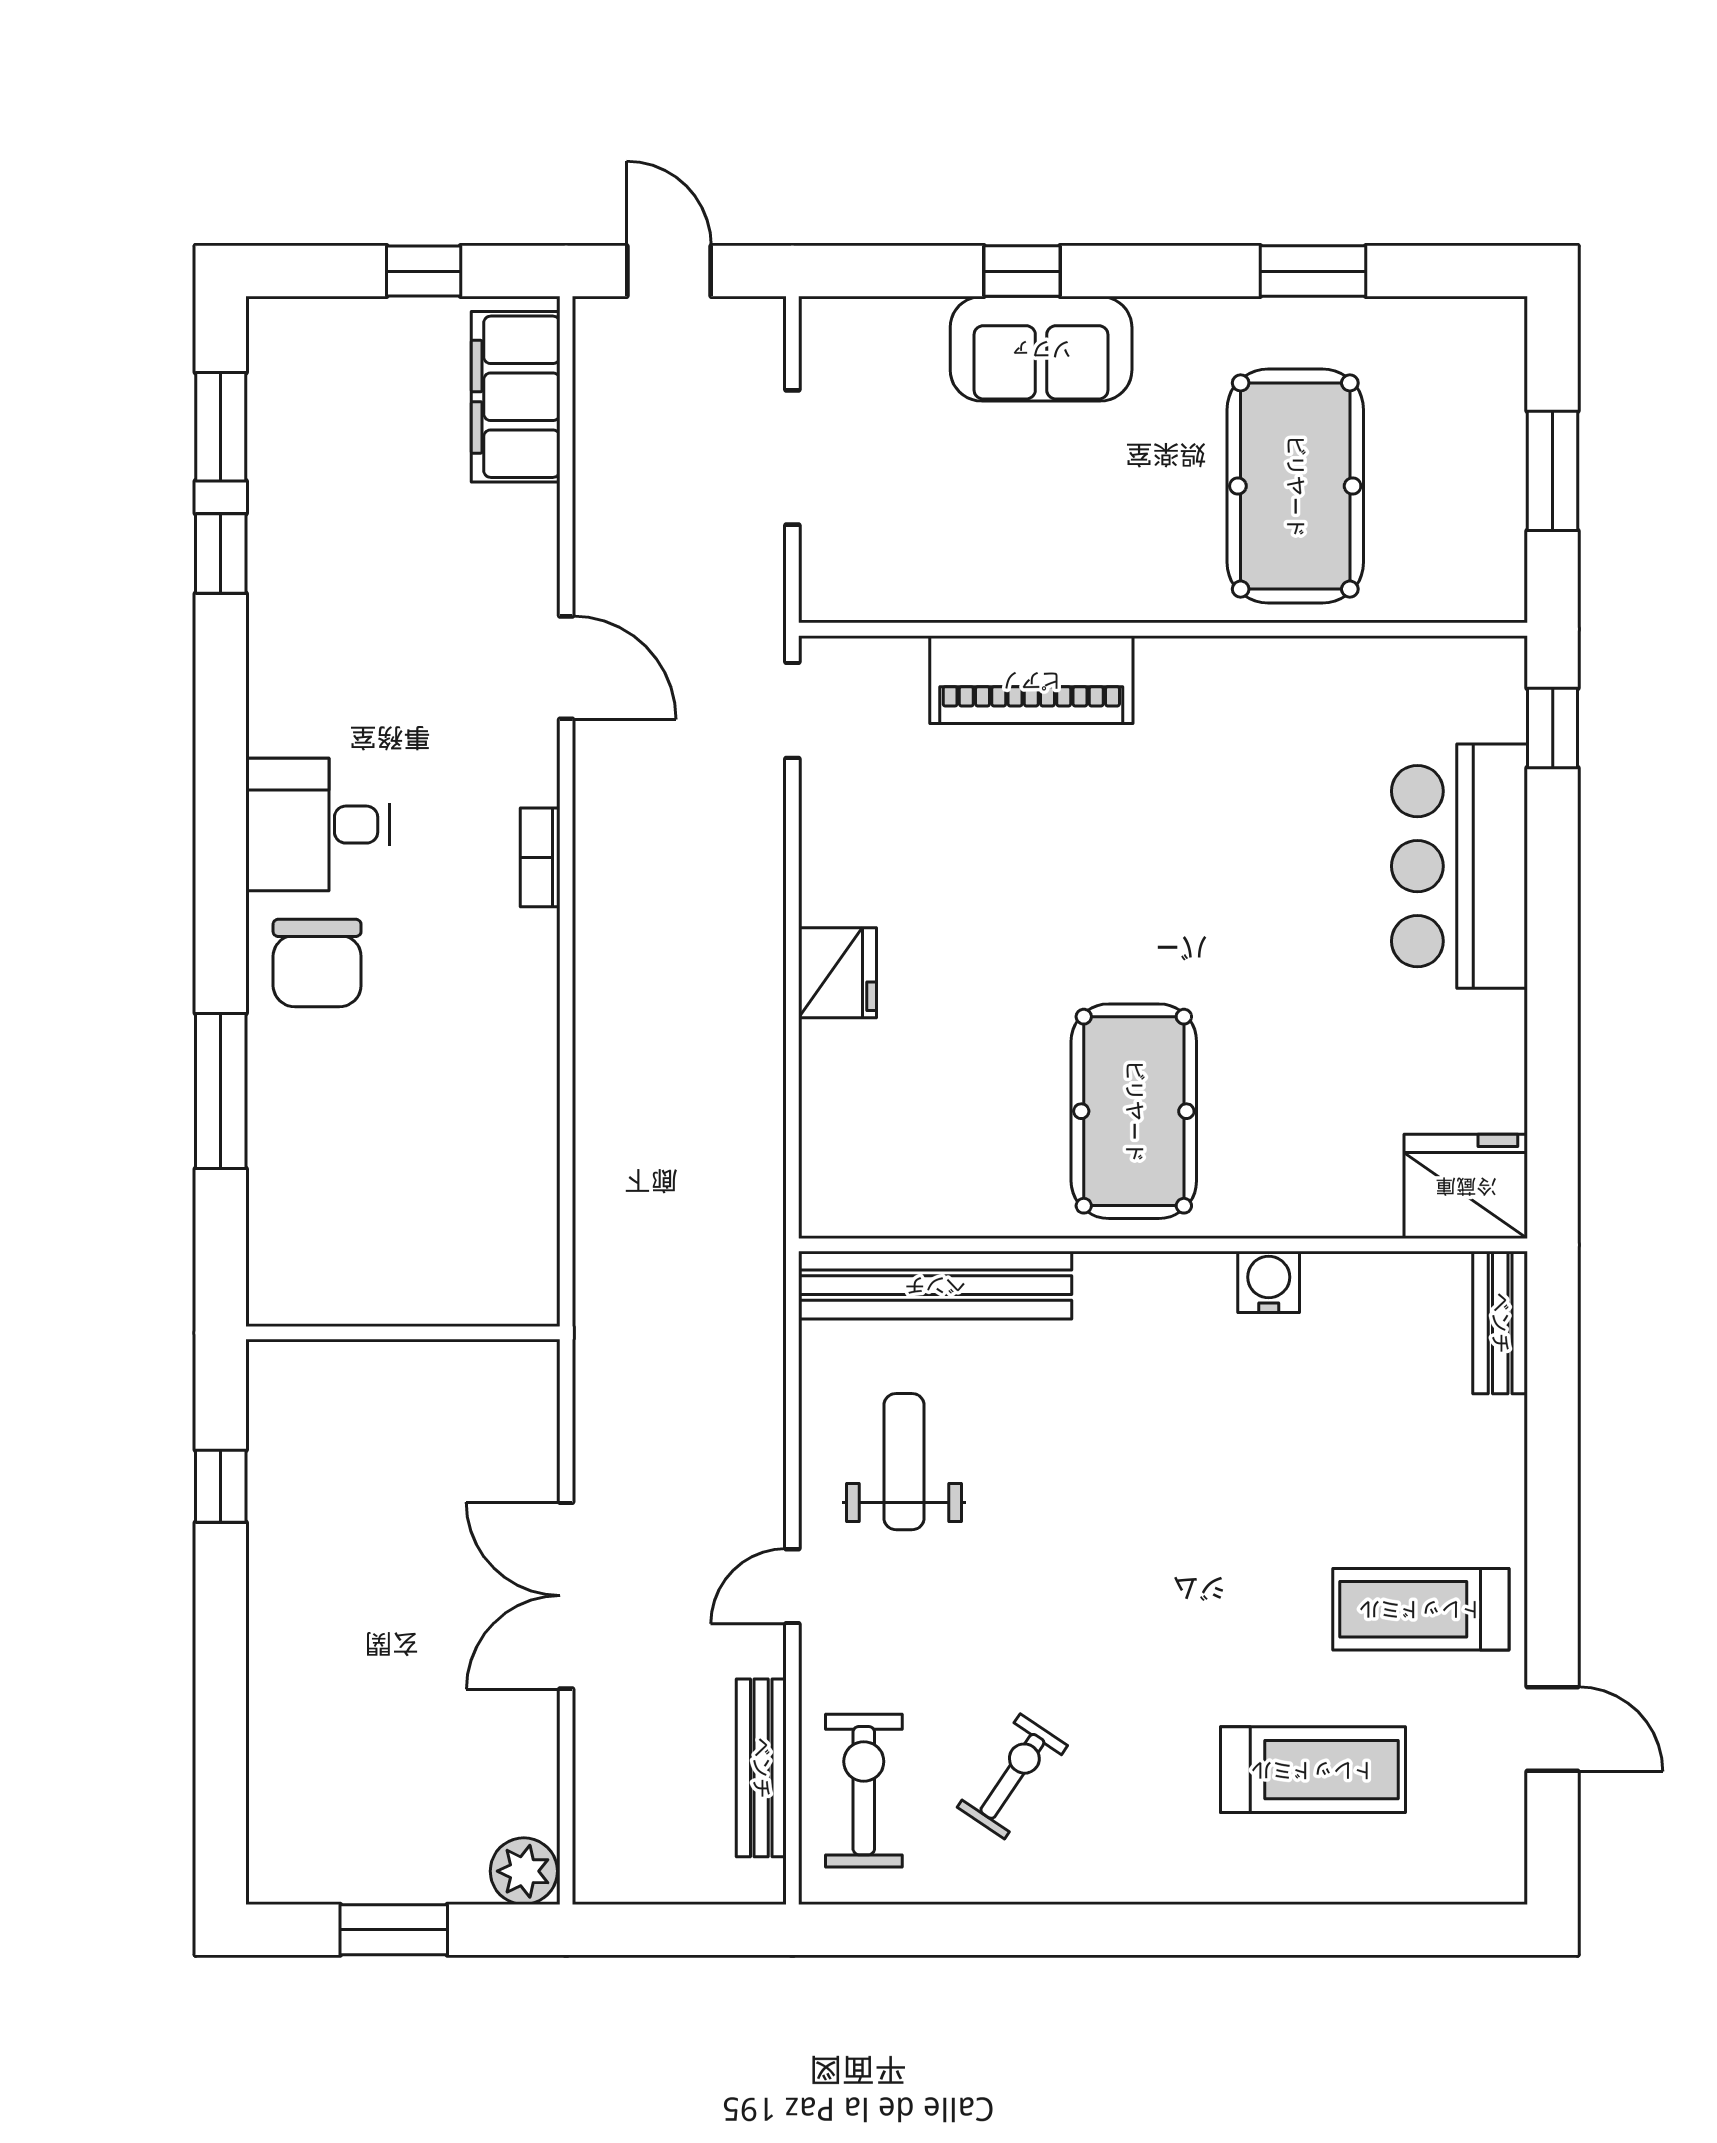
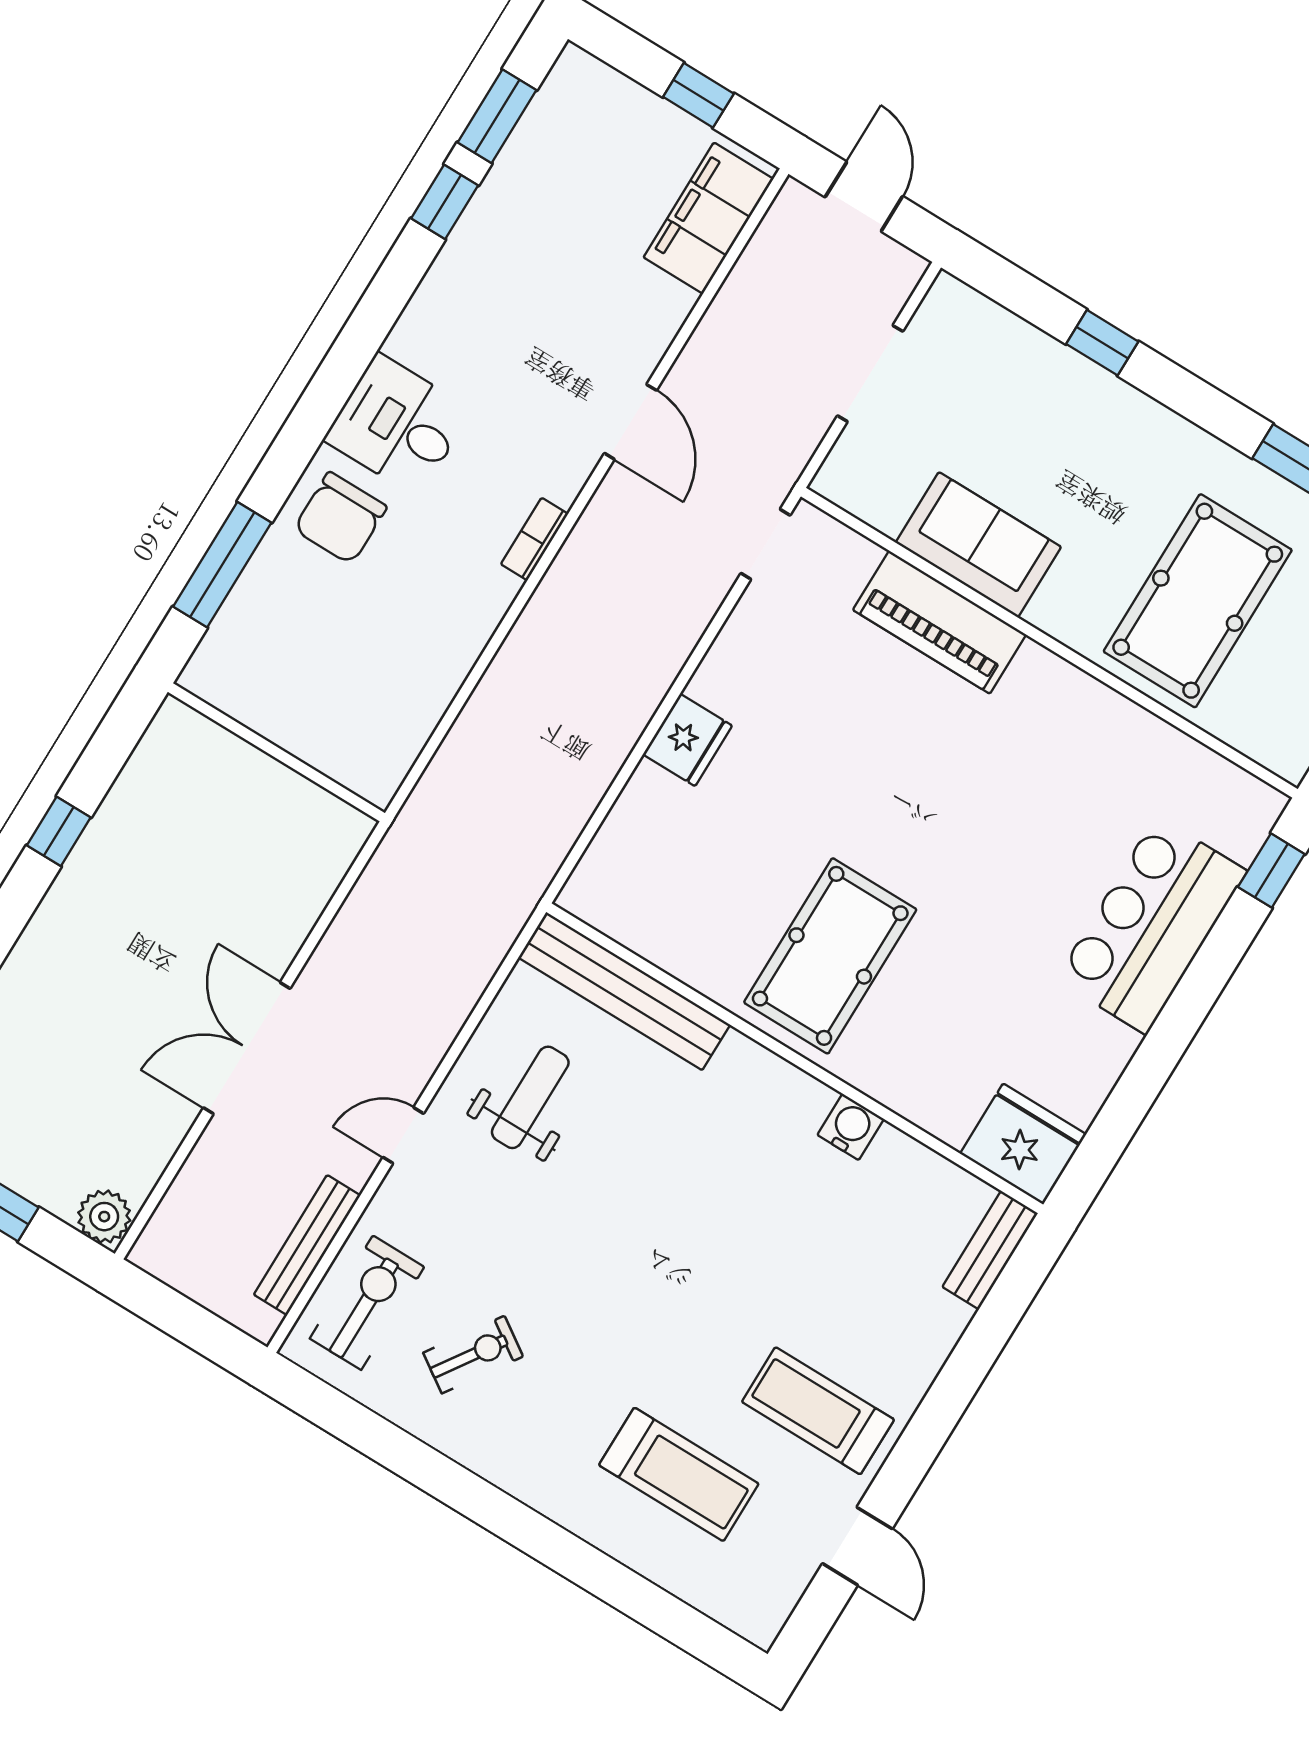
sofa: (1041, 349) -> (978, 545), moved, turned 180
wall: (403, 1333) -> (276, 752), moved

